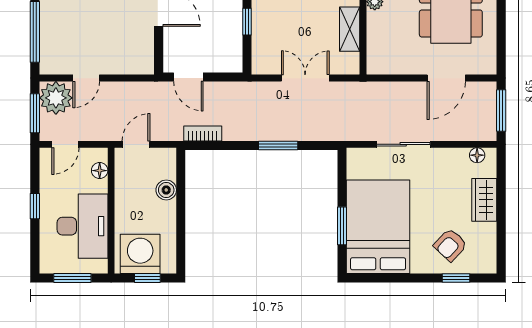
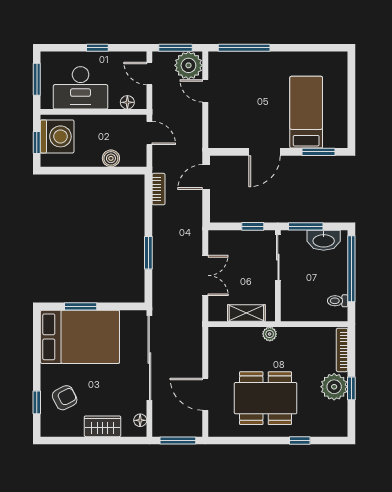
sliding door: (403, 144) -> (149, 358), width x1.86
armchair: (450, 245) -> (65, 398), turned 110

